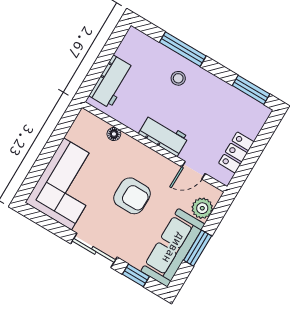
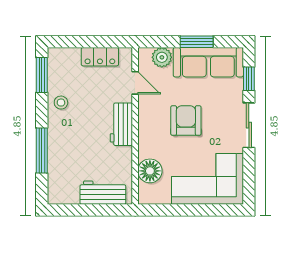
stool: (178, 78) -> (61, 103), moved
floor lamp: (114, 134) -> (150, 171), width x1.89, depth x1.89

